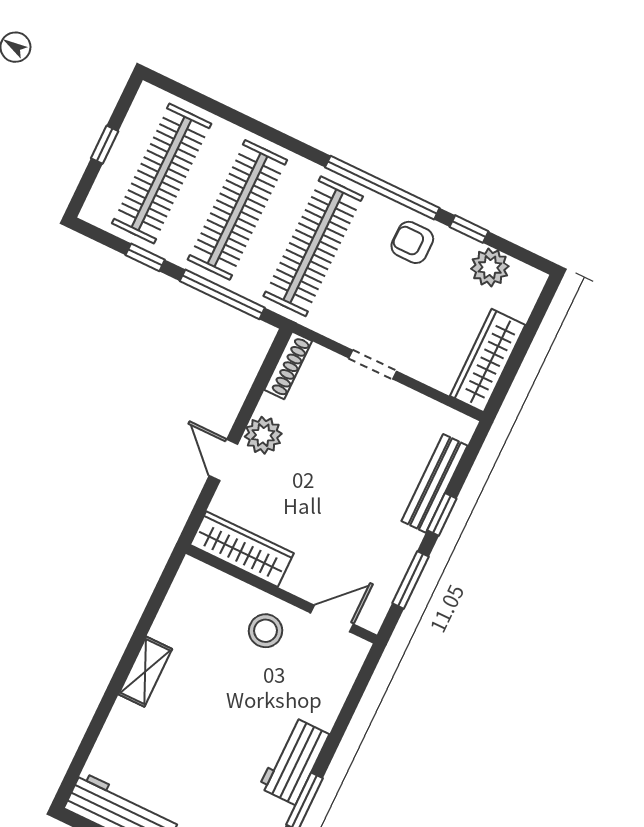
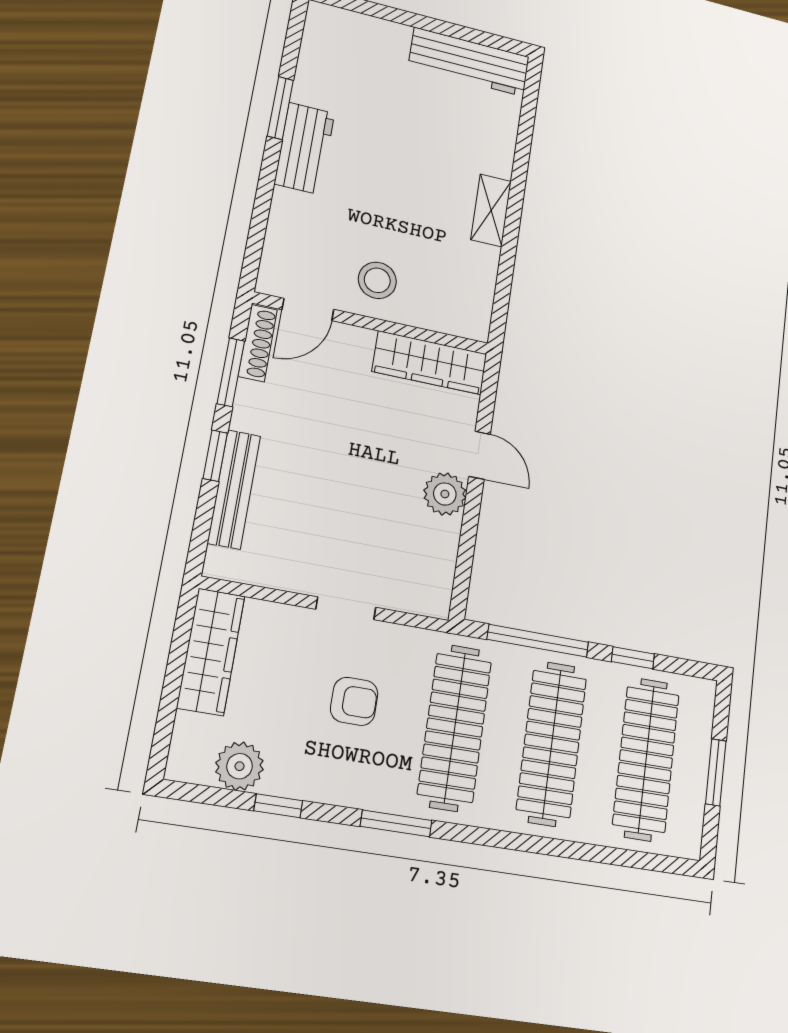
window: (105, 145) -> (716, 772), width x1.50
window: (382, 188) -> (396, 823), width x0.47
armchair: (412, 242) -> (354, 701), moved
shoe rack: (288, 365) -> (258, 343), moved, turned 180

